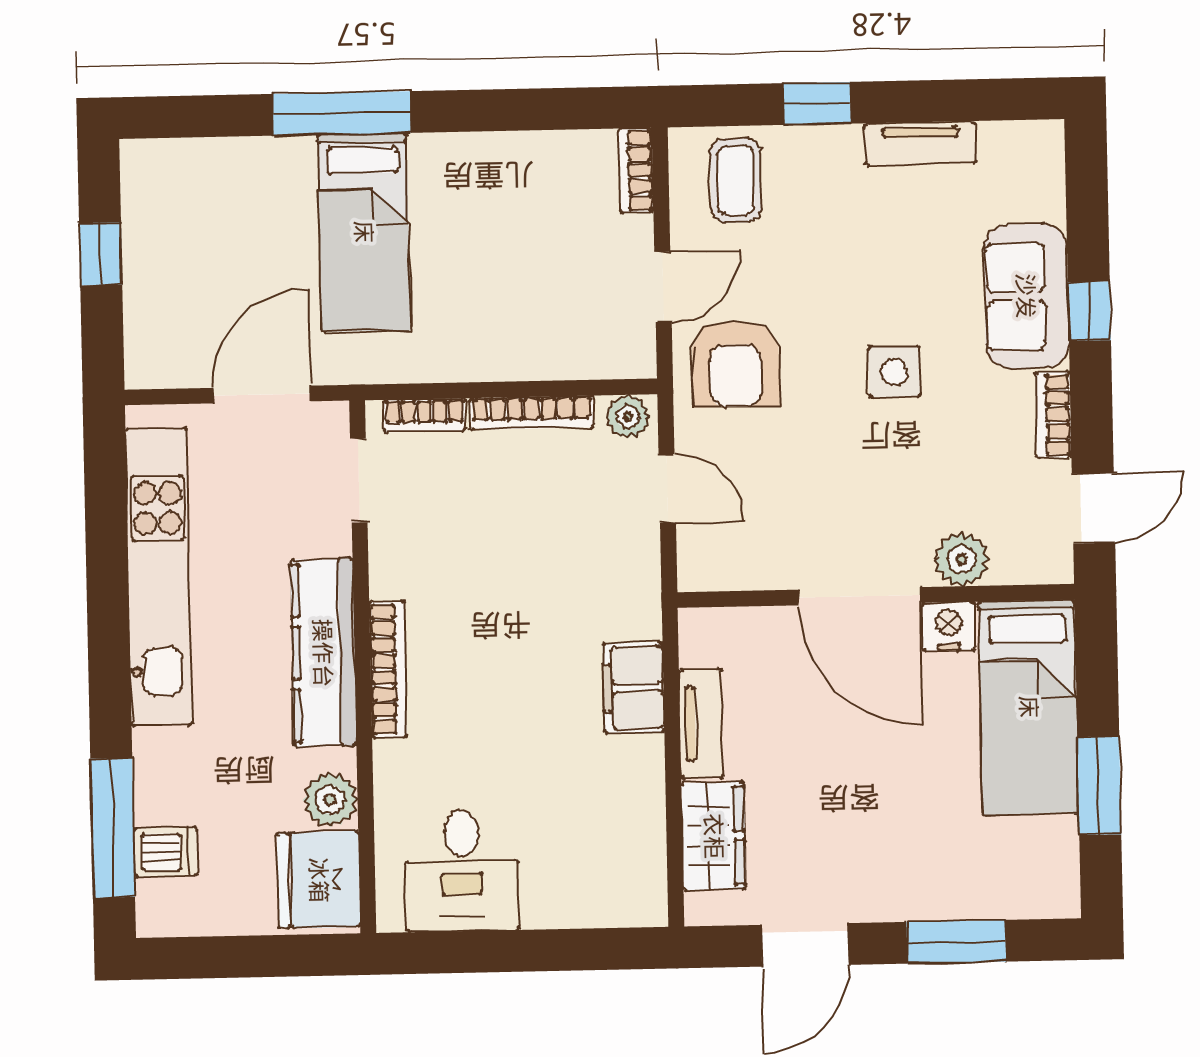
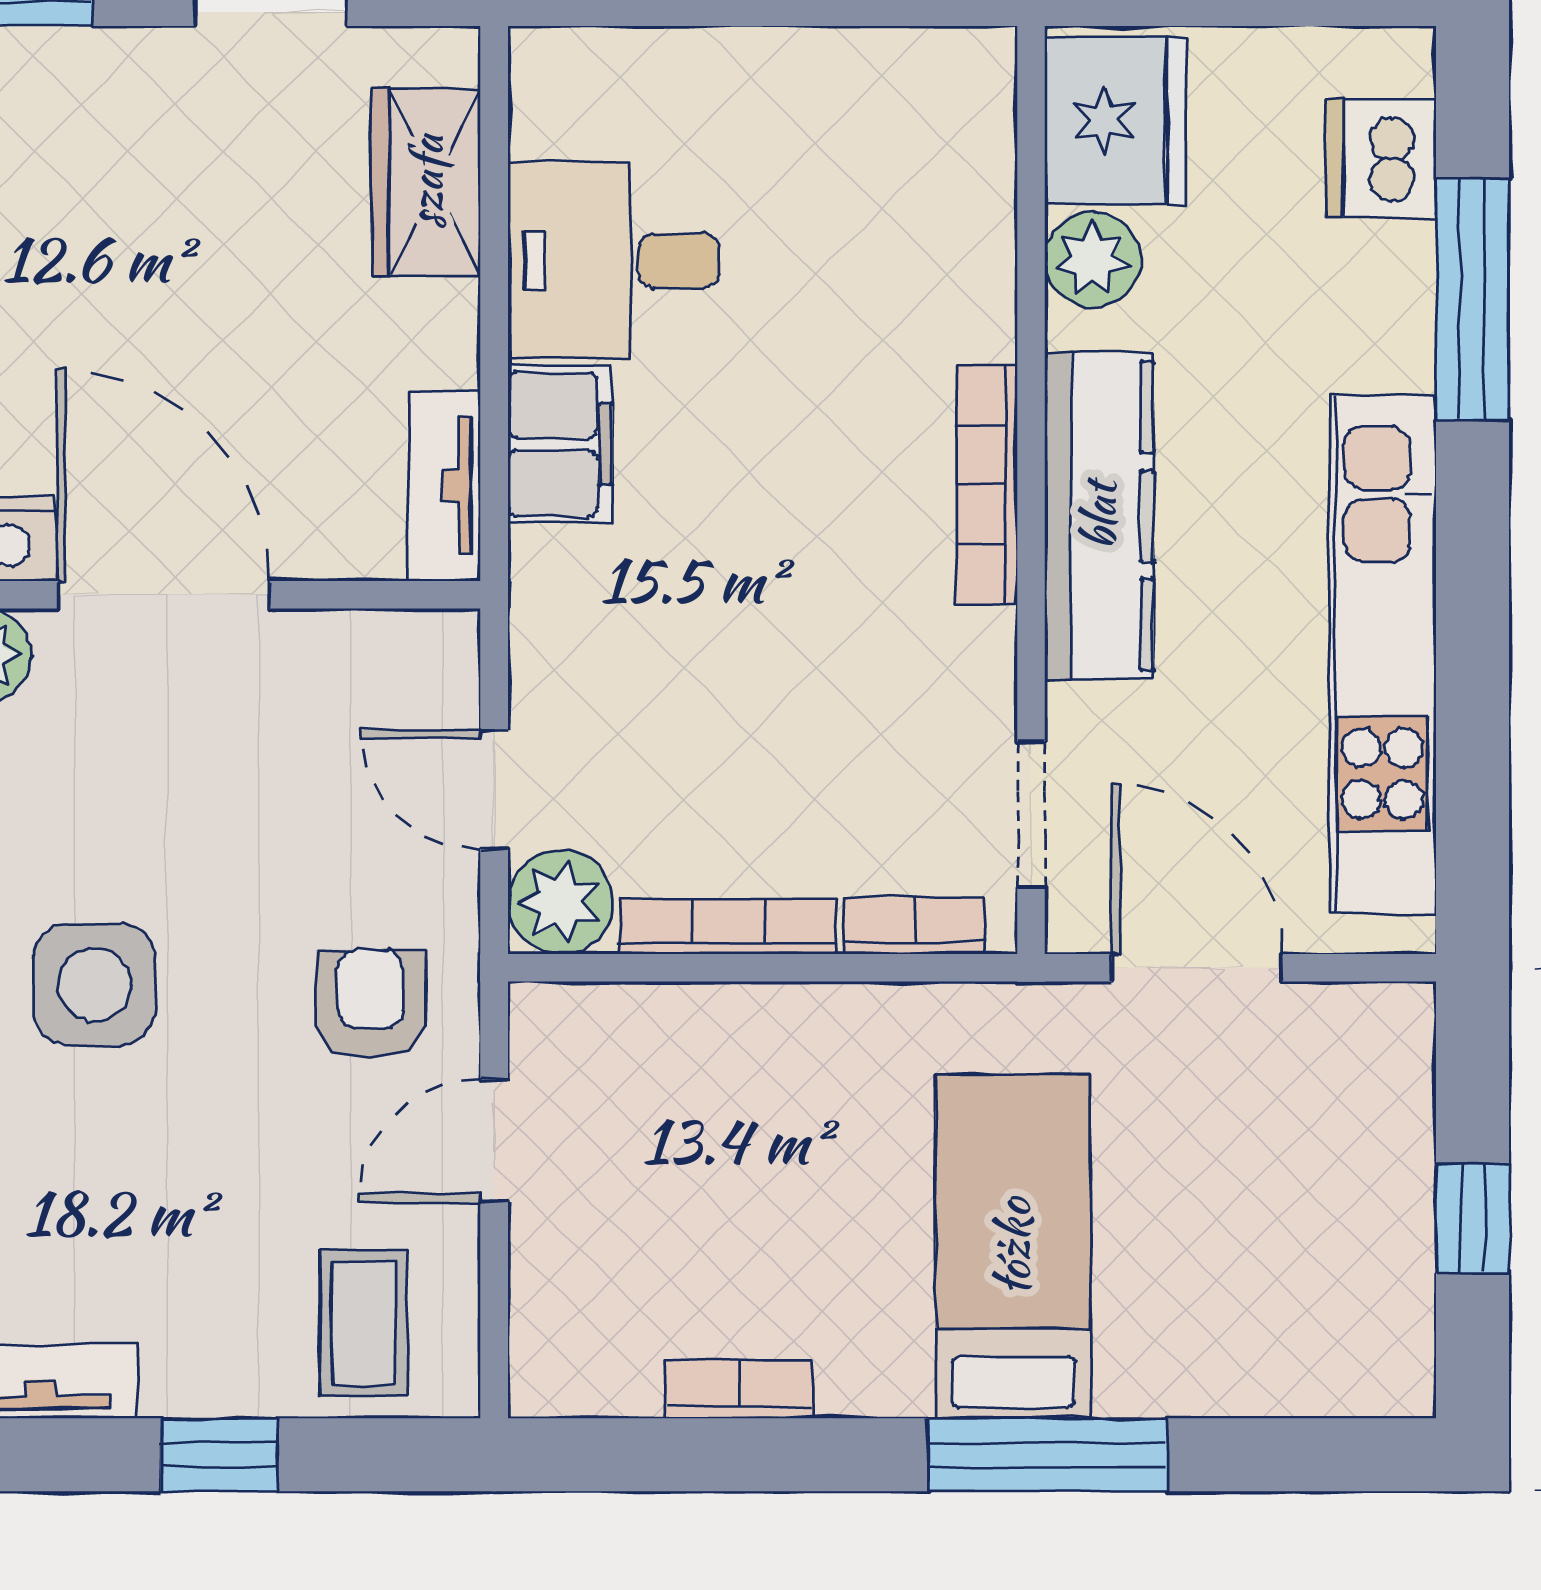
bookcase: (636, 170) -> (739, 1389), moved, turned -90
armchair: (736, 364) -> (371, 1004), width x0.72, depth x0.72
side table: (894, 372) -> (94, 984), width x1.37, depth x1.37
door: (262, 395) -> (1197, 968), swing flipped
plant: (628, 417) -> (560, 902), width x1.38, depth x1.38
tv unit: (701, 724) -> (444, 486), moved
window: (113, 828) -> (1472, 299), moved
dishwasher: (166, 852) -> (1381, 158), width x1.38
desk: (462, 871) -> (613, 260), moved, turned -90

